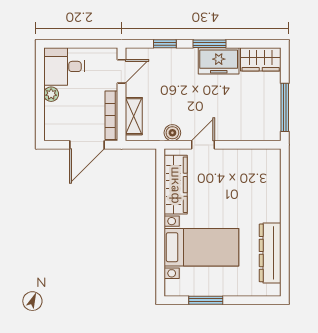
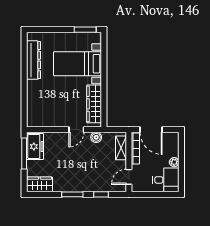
freezer: (219, 61) -> (35, 147), moved, turned 90
door: (87, 145) -> (151, 130), swing flipped
window: (206, 300) -> (85, 30), moved

